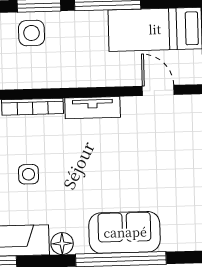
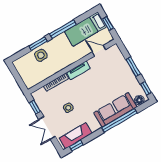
sofa: (125, 232) -> (115, 110), width x1.36
floor lamp: (62, 244) -> (139, 100), moved

